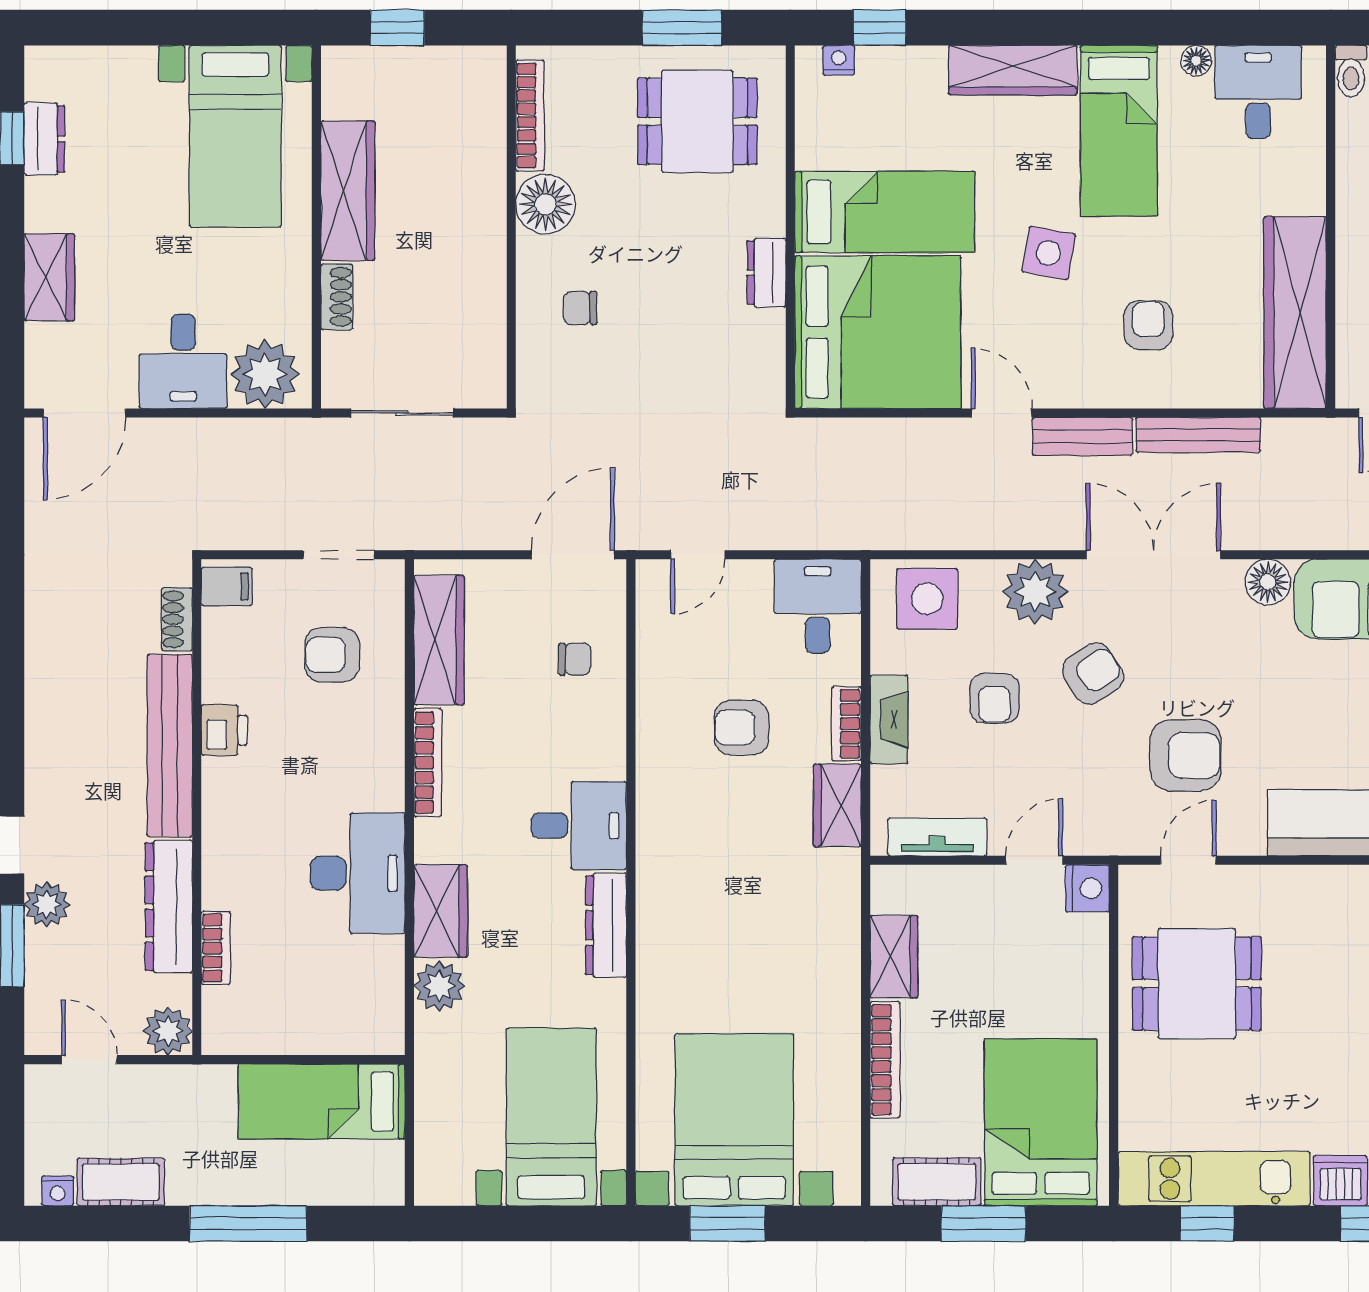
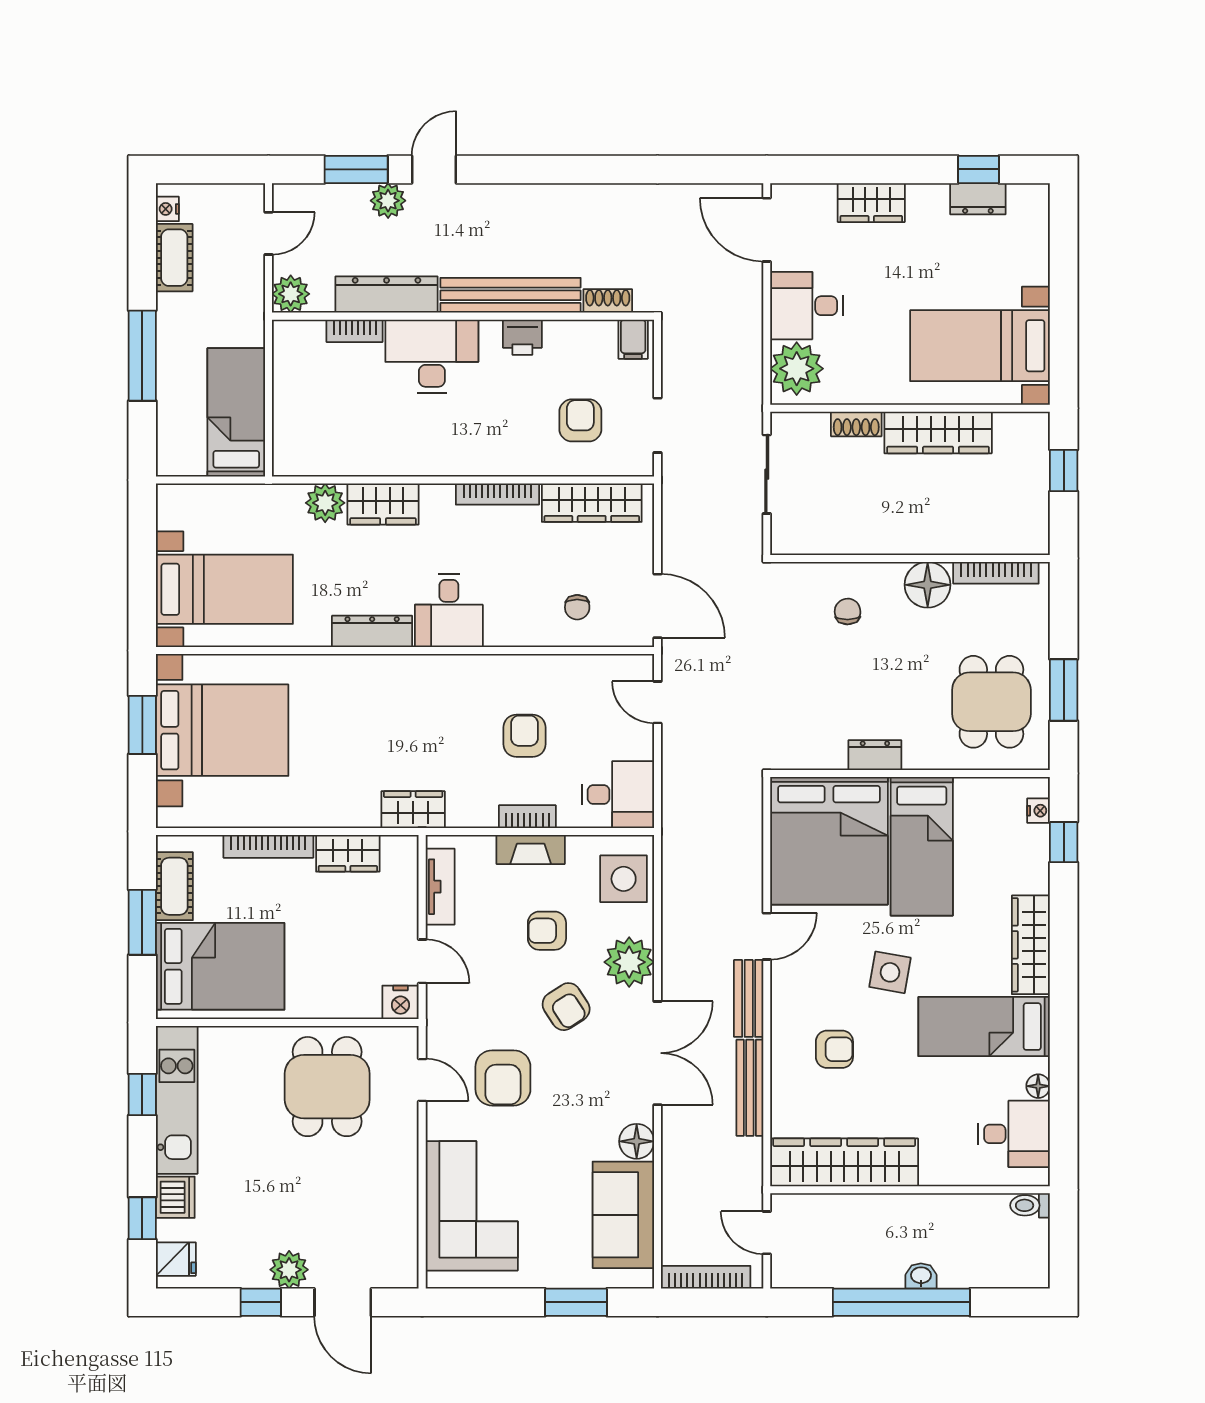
wardrobe: (837, 805) -> (413, 810), moved
desk: (358, 873) -> (432, 356), moved, turned 180

